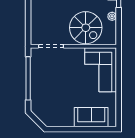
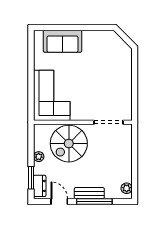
spiral stairs: (86, 28) -> (69, 144), turned -90
window: (28, 78) -> (135, 85), removed

